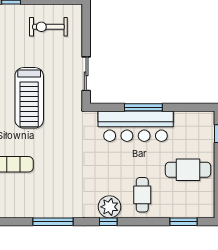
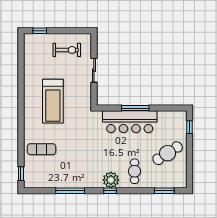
exercise bike: (48, 27) -> (67, 50), turned 180
sliding door: (86, 74) -> (94, 70), moved
cafe table: (188, 170) -> (168, 153), turned -33

